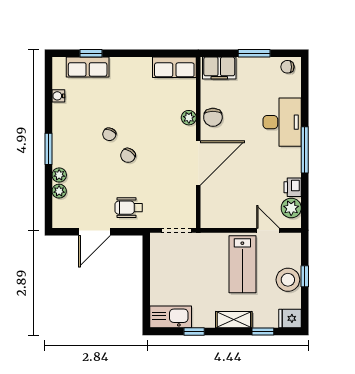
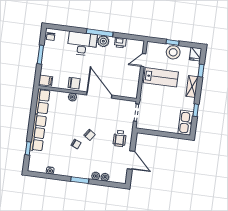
row of seats: (88, 67) -> (38, 133), moved, width x1.48
filing cabinet: (219, 68) -> (46, 81), width x0.50
plant: (291, 208) -> (103, 41), moved

